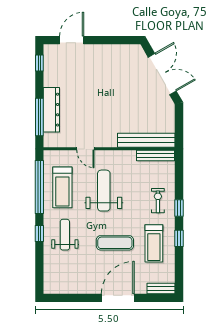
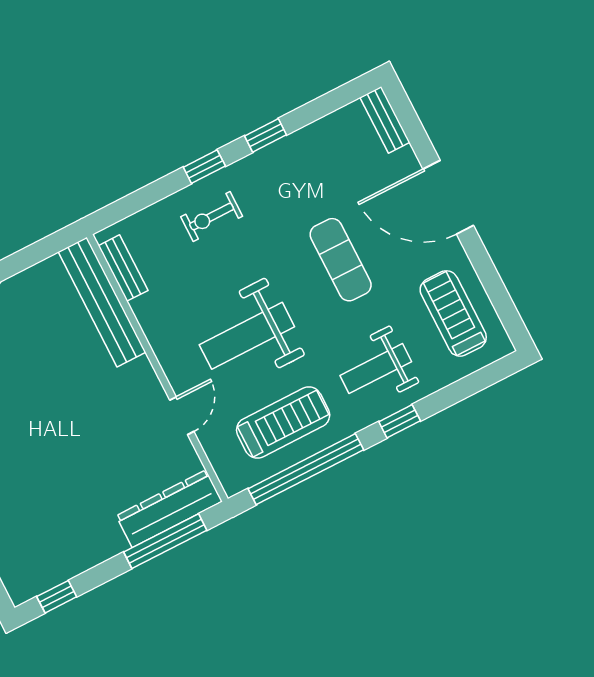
dresser: (51, 110) -> (169, 509), moved
bench: (155, 155) -> (123, 268), width x0.73
treadmill: (154, 243) -> (453, 313), moved, turned -90

